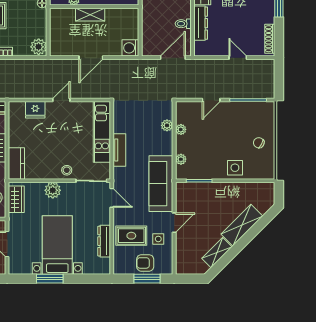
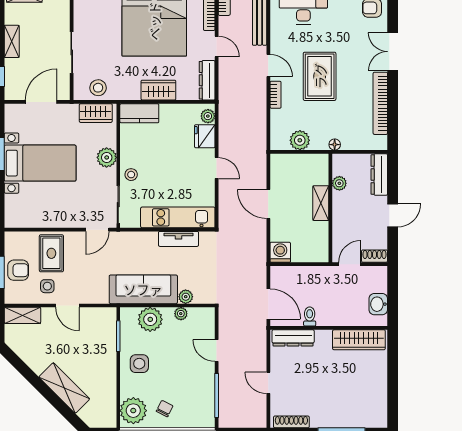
dresser: (201, 23) -> (293, 338), moved
plant: (39, 47) -> (300, 140), moved
door: (238, 58) -> (268, 383), swing flipped
plant: (19, 107) -> (208, 116), added
tv unit: (119, 150) -> (178, 239), moved
plant: (181, 159) -> (150, 319), width x1.88, depth x1.88
side table: (235, 168) -> (139, 364), moved
plant: (260, 168) -> (133, 411), added
sofa: (161, 184) -> (143, 289), moved
dresser: (104, 241) -> (45, 220), removed
shelving: (217, 253) -> (22, 315), moved, turned -45
armchair: (145, 263) -> (18, 270), turned 90

